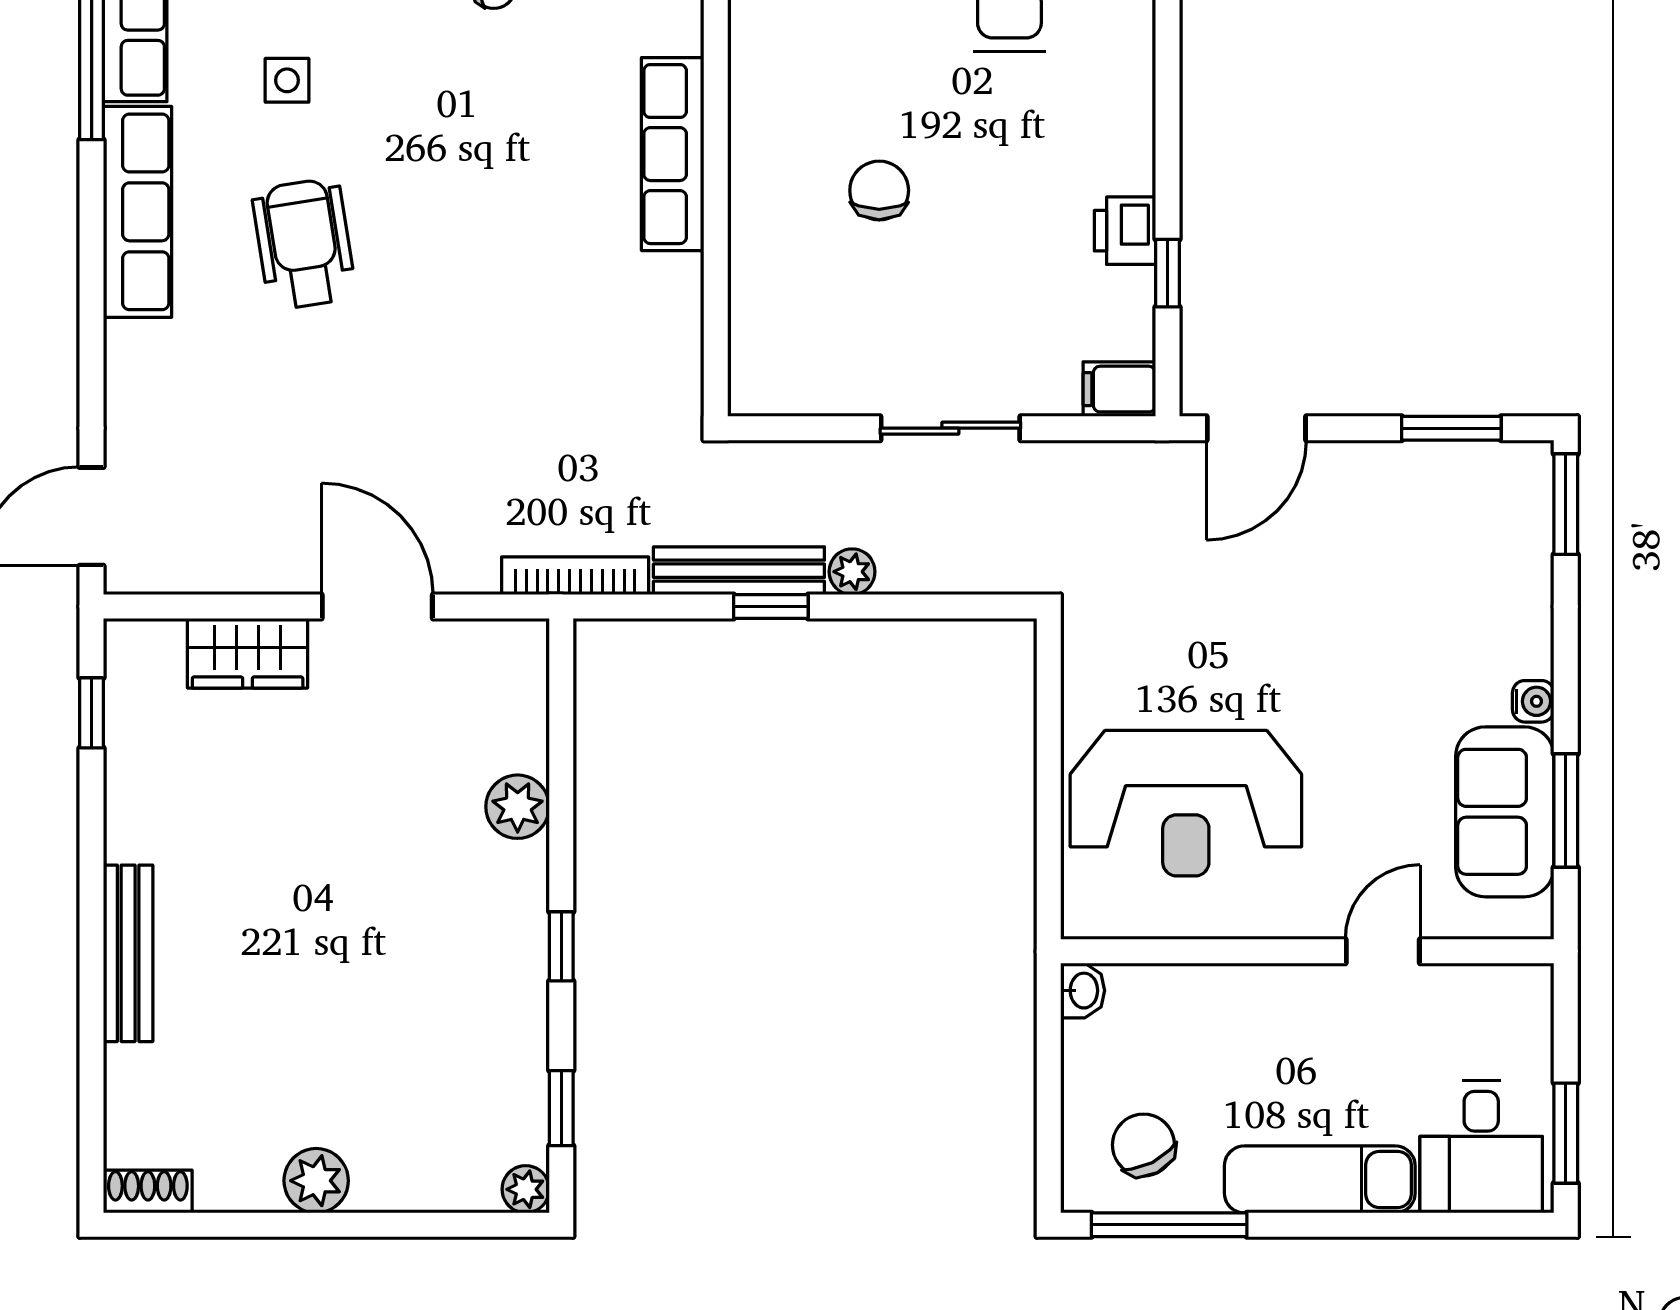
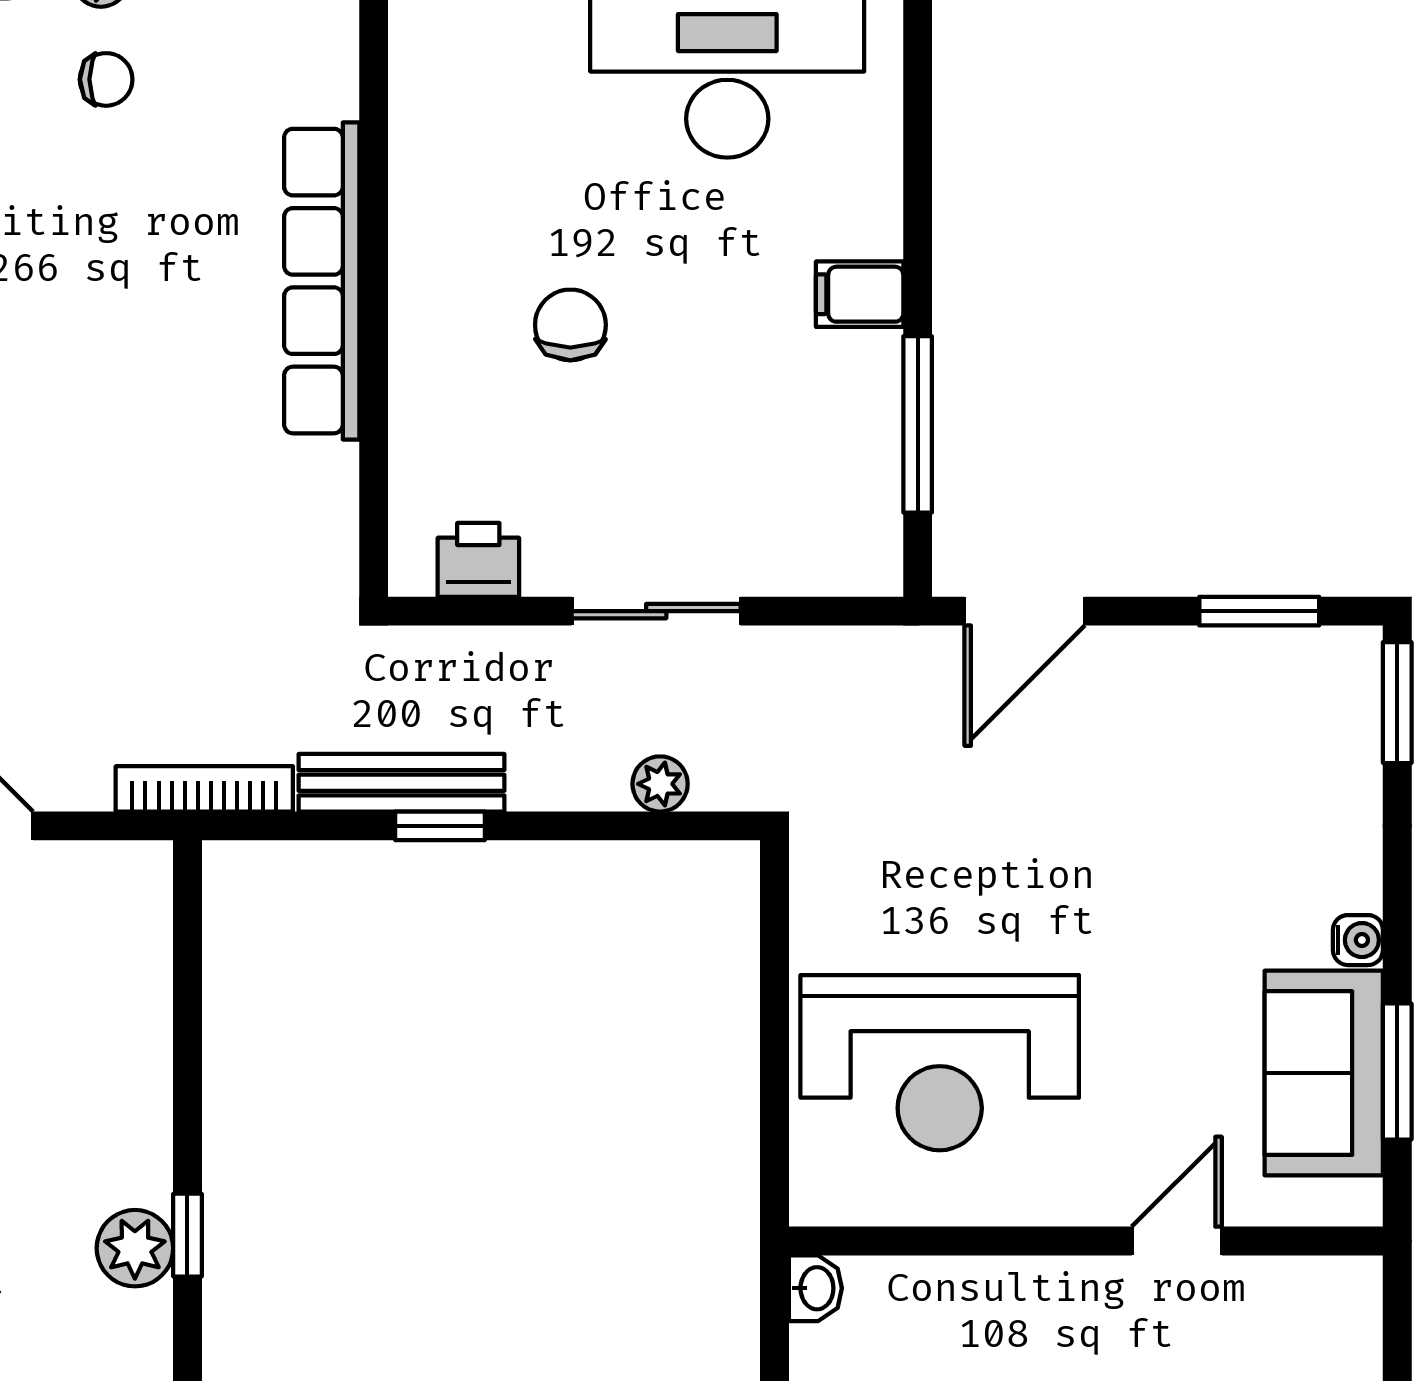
row of seats: (673, 154) -> (322, 281), width x1.36
printer: (1125, 231) -> (478, 560), moved, turned 90
window: (1168, 273) -> (918, 424), width x2.17
filing cabinet: (1119, 389) -> (860, 294), moved
plant: (852, 572) -> (660, 784), moved
plant: (518, 807) -> (135, 1248), moved

